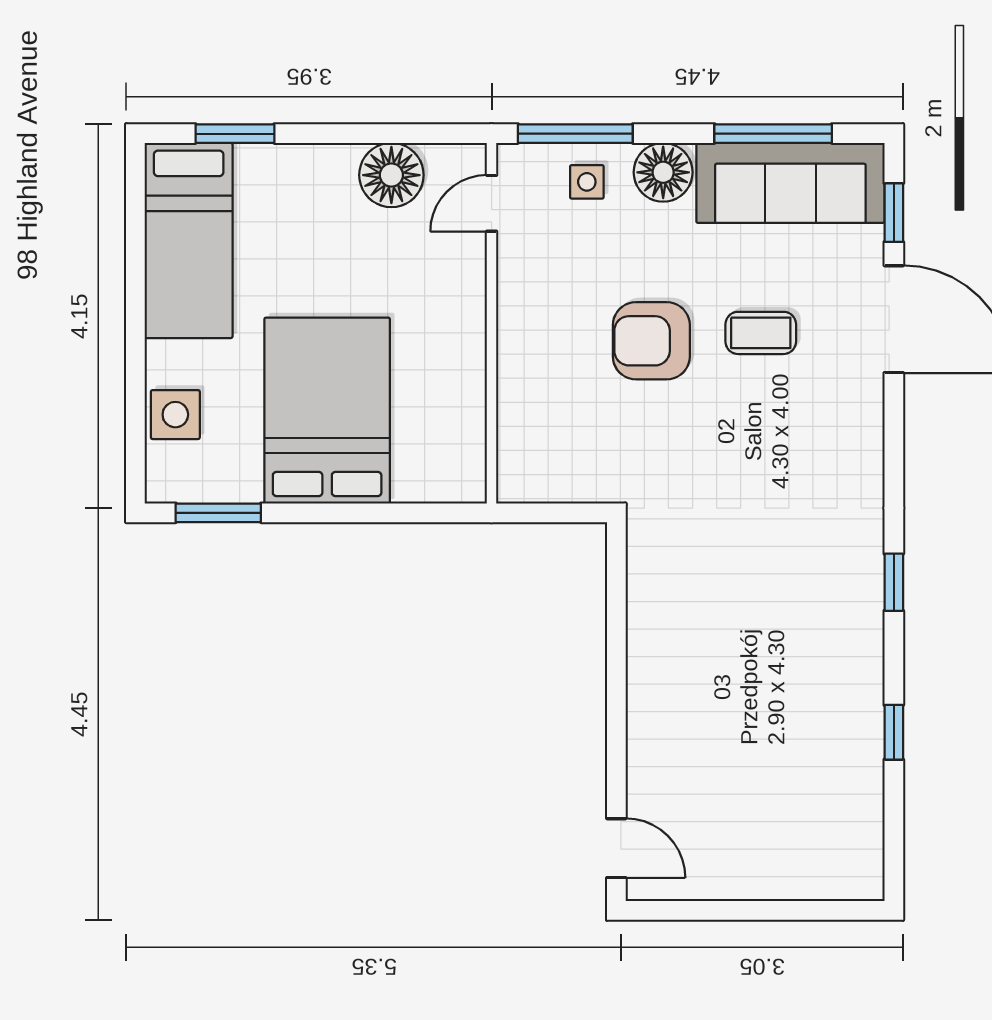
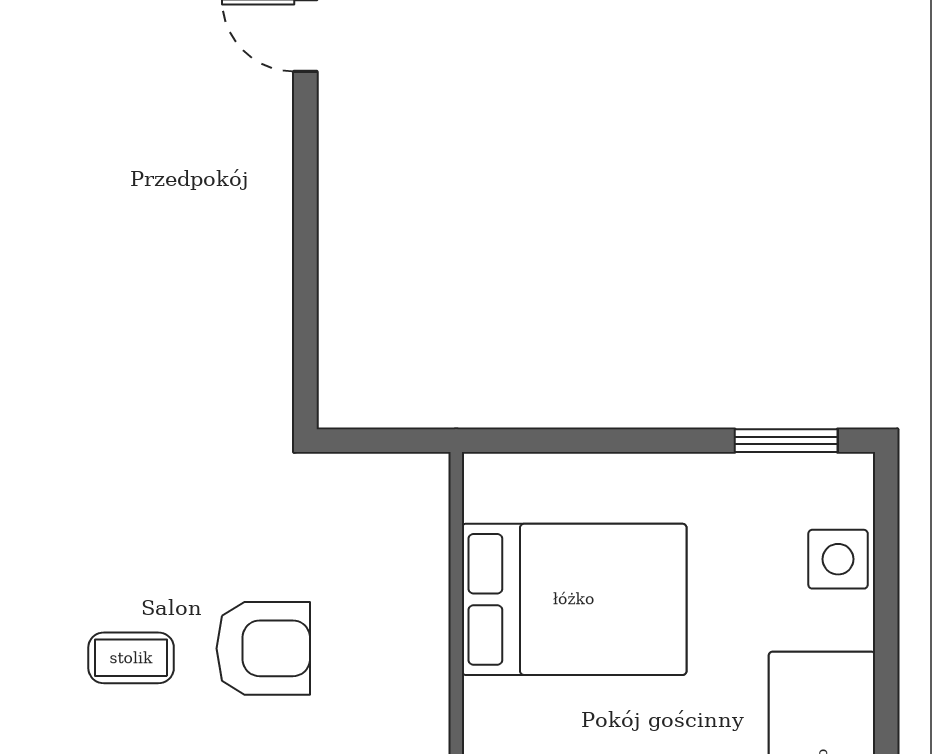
bed: (327, 411) -> (574, 599), moved, turned -90

